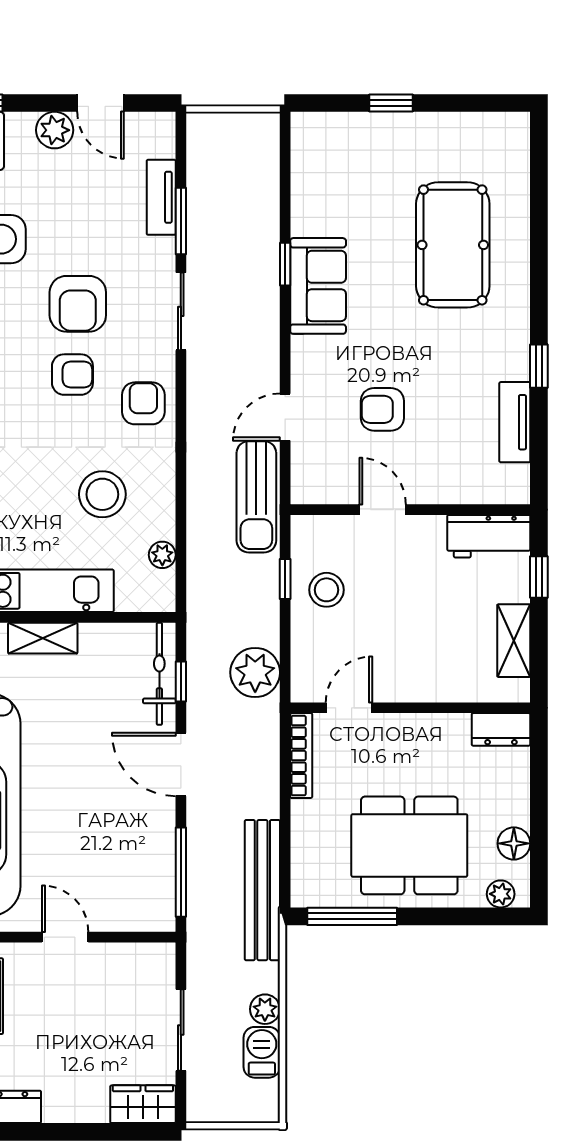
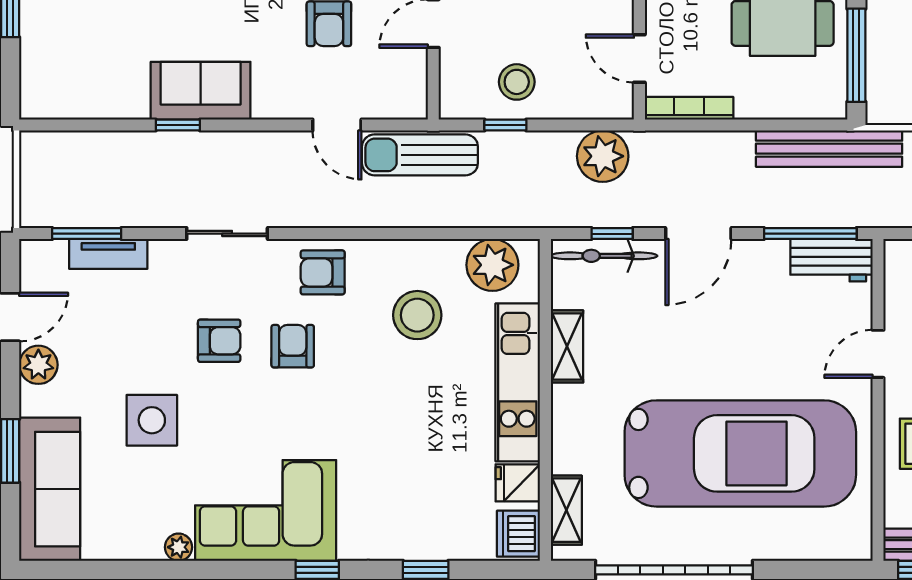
window: (181, 221) -> (87, 234), moved
armchair: (78, 304) -> (219, 341), width x0.72, depth x0.72
sun lounger: (256, 497) -> (420, 155), turned 180
plant: (162, 555) -> (492, 265), width x1.88, depth x1.88
shelving: (43, 638) -> (567, 346), moved
workbench: (155, 892) -> (831, 260), added

